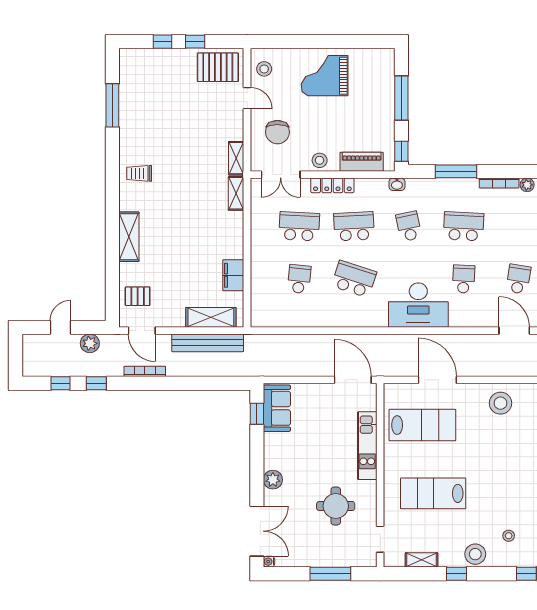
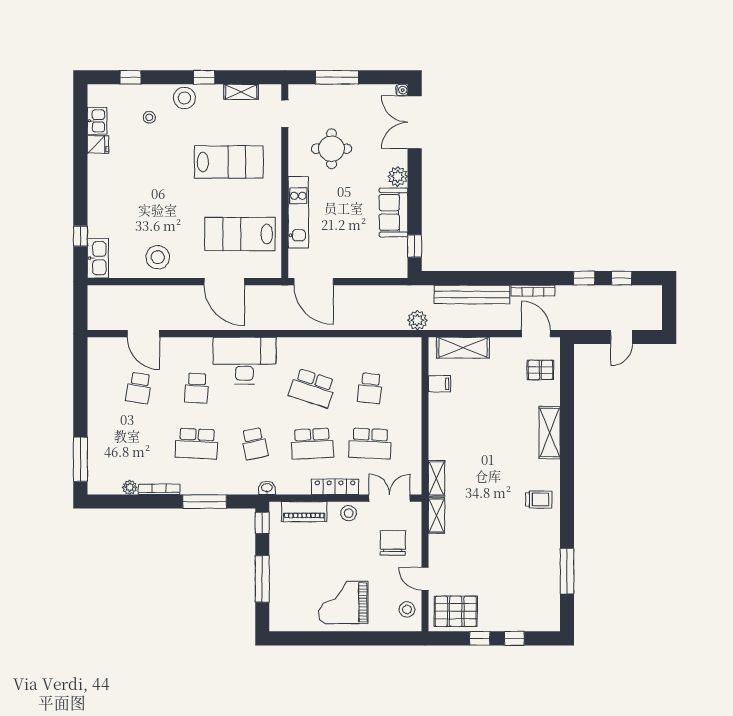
grand piano: (325, 76) -> (343, 602), turned 180
filing cabinet: (233, 275) -> (439, 384), width x0.50
plant: (90, 343) -> (417, 320), moved
bench: (208, 343) -> (472, 294), moved
sofa: (277, 408) -> (393, 212), moved

